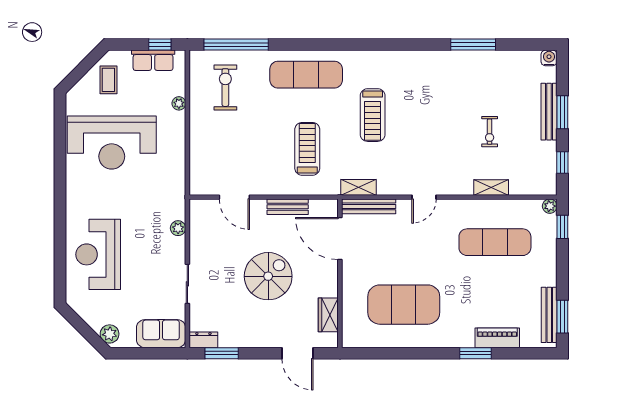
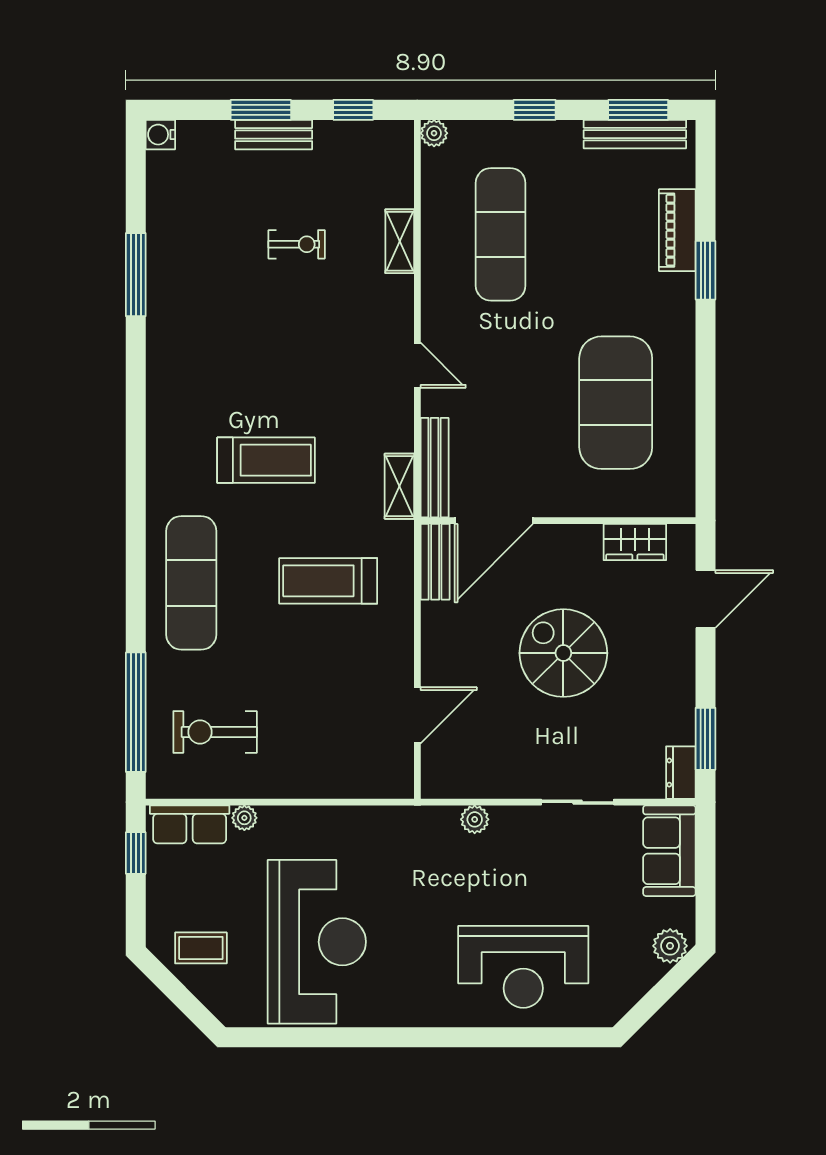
row of seats: (153, 60) -> (190, 824), moved, turned 90
bench: (549, 112) -> (274, 135), width x0.73
bench: (288, 207) -> (435, 562), moved
window: (562, 227) -> (535, 110), moved

